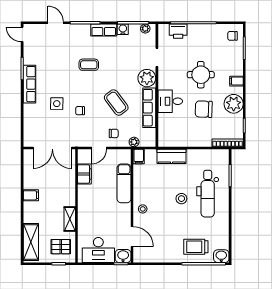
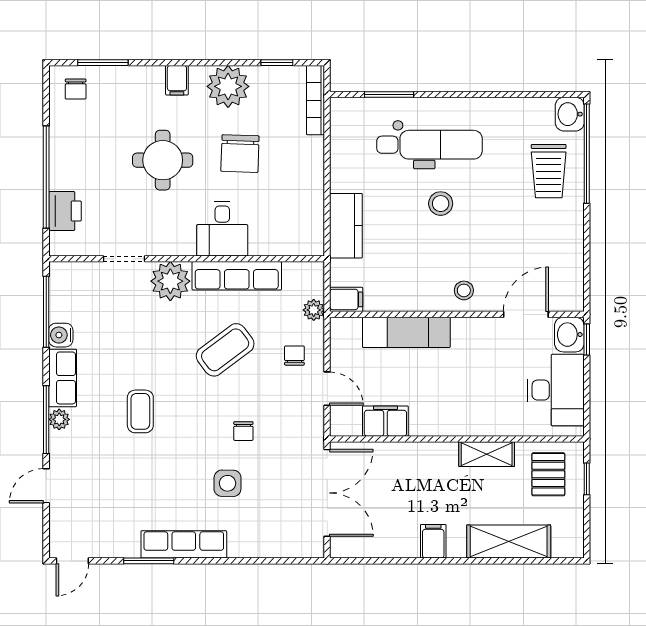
plant: (145, 29) -> (59, 419), moved
shelving: (31, 242) -> (509, 541), moved

